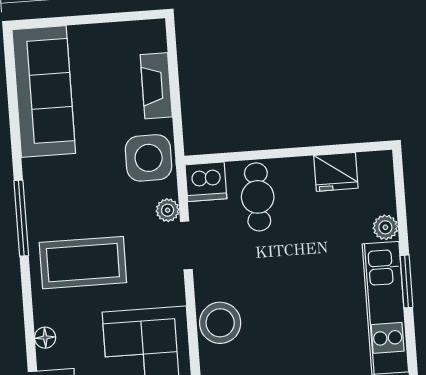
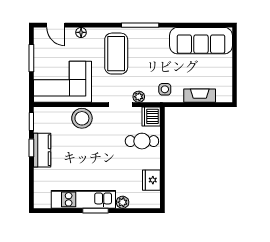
side table: (149, 158) -> (165, 89), width x0.54, depth x0.54

